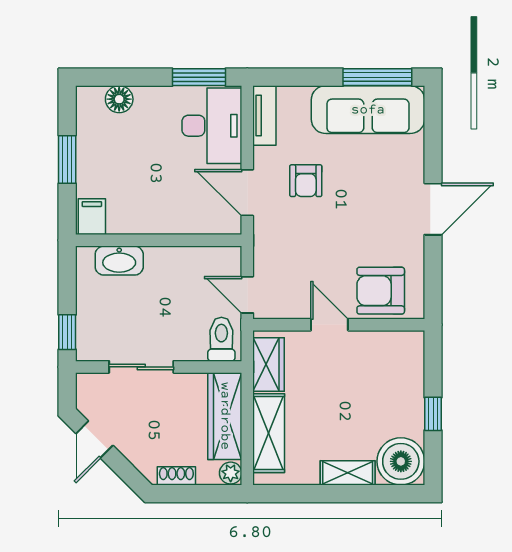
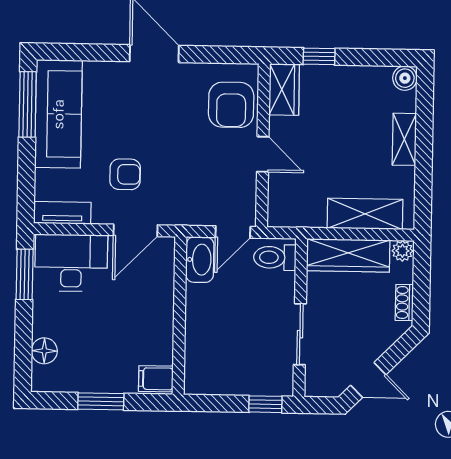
washbasin: (119, 261) -> (200, 260), moved
door: (329, 325) -> (263, 154), swing flipped
wardrobe: (268, 364) -> (284, 89), moved, turned 90
window: (433, 414) -> (319, 56), moved
boiler: (401, 461) -> (405, 78), width x0.54, depth x0.54

